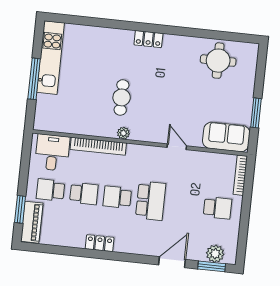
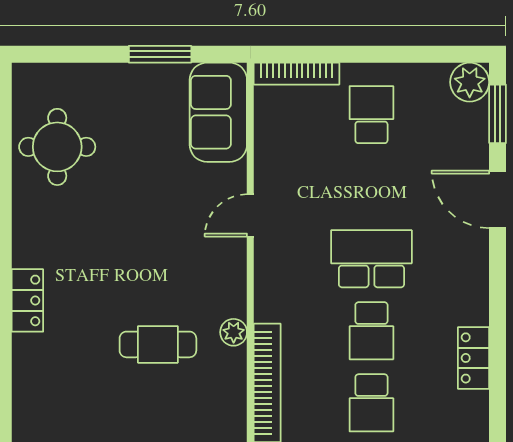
school desk: (84, 194) -> (371, 403), turned 180
plant: (215, 254) -> (470, 82), moved

